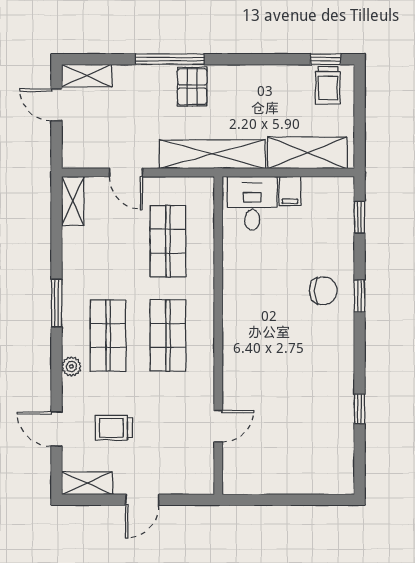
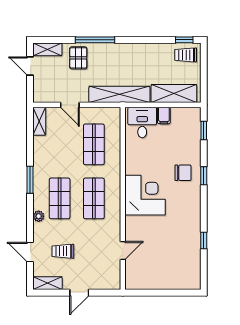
trolley: (328, 85) -> (186, 55), turned 90
pallet: (192, 87) -> (78, 58), moved
corner desk: (257, 330) -> (145, 195), added

